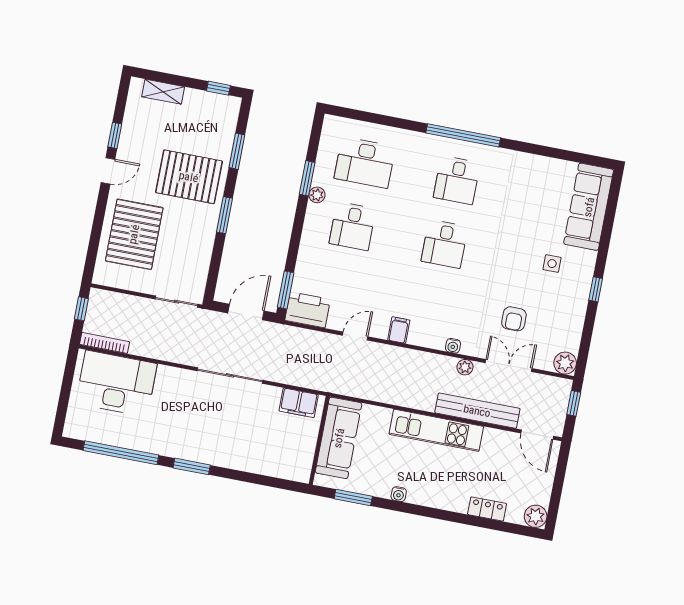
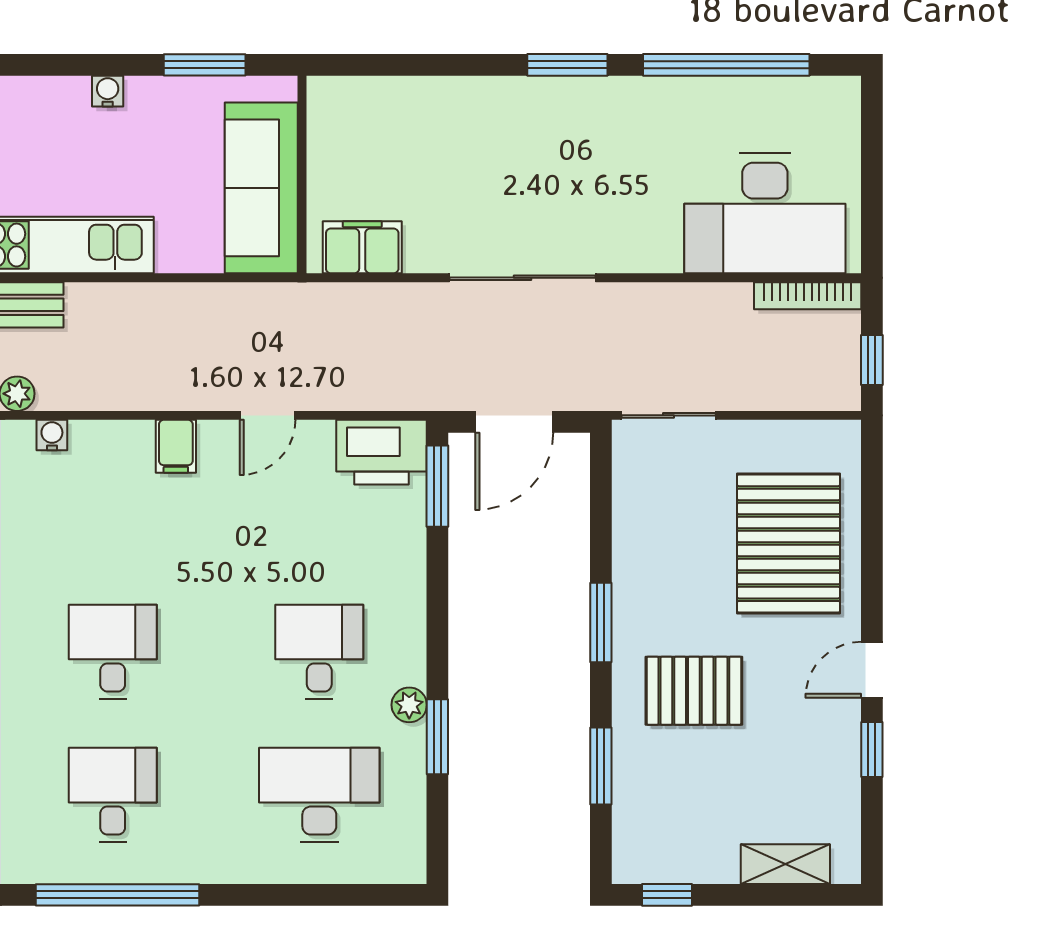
pallet: (189, 177) -> (694, 691), width x0.73, depth x0.71

